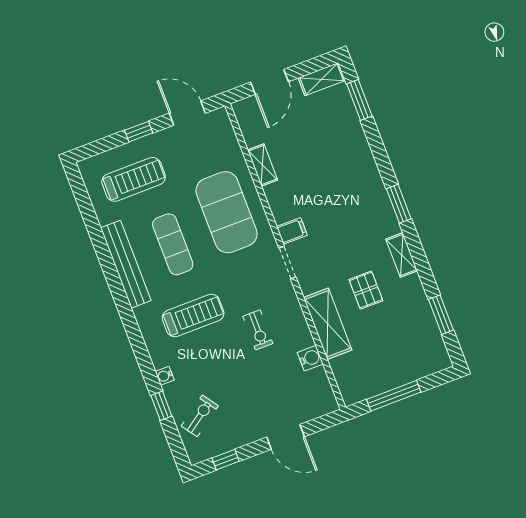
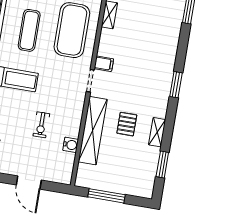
shelving: (402, 255) -> (157, 132), moved
shelving: (328, 324) -> (93, 131), width x1.47
exercise bike: (258, 330) -> (41, 125), moved

